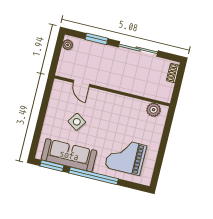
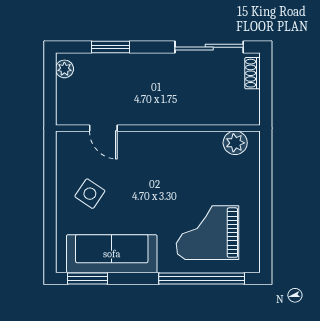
sliding door: (138, 49) -> (209, 47), moved
side table: (77, 122) -> (90, 194), moved
window: (94, 176) -> (202, 278), moved

